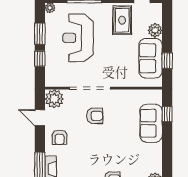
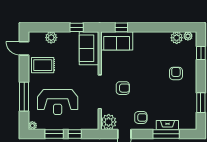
sofa: (151, 58) -> (89, 48), moved, turned 90
armchair: (95, 116) -> (123, 88), turned 90
sofa: (151, 123) -> (117, 41), moved

